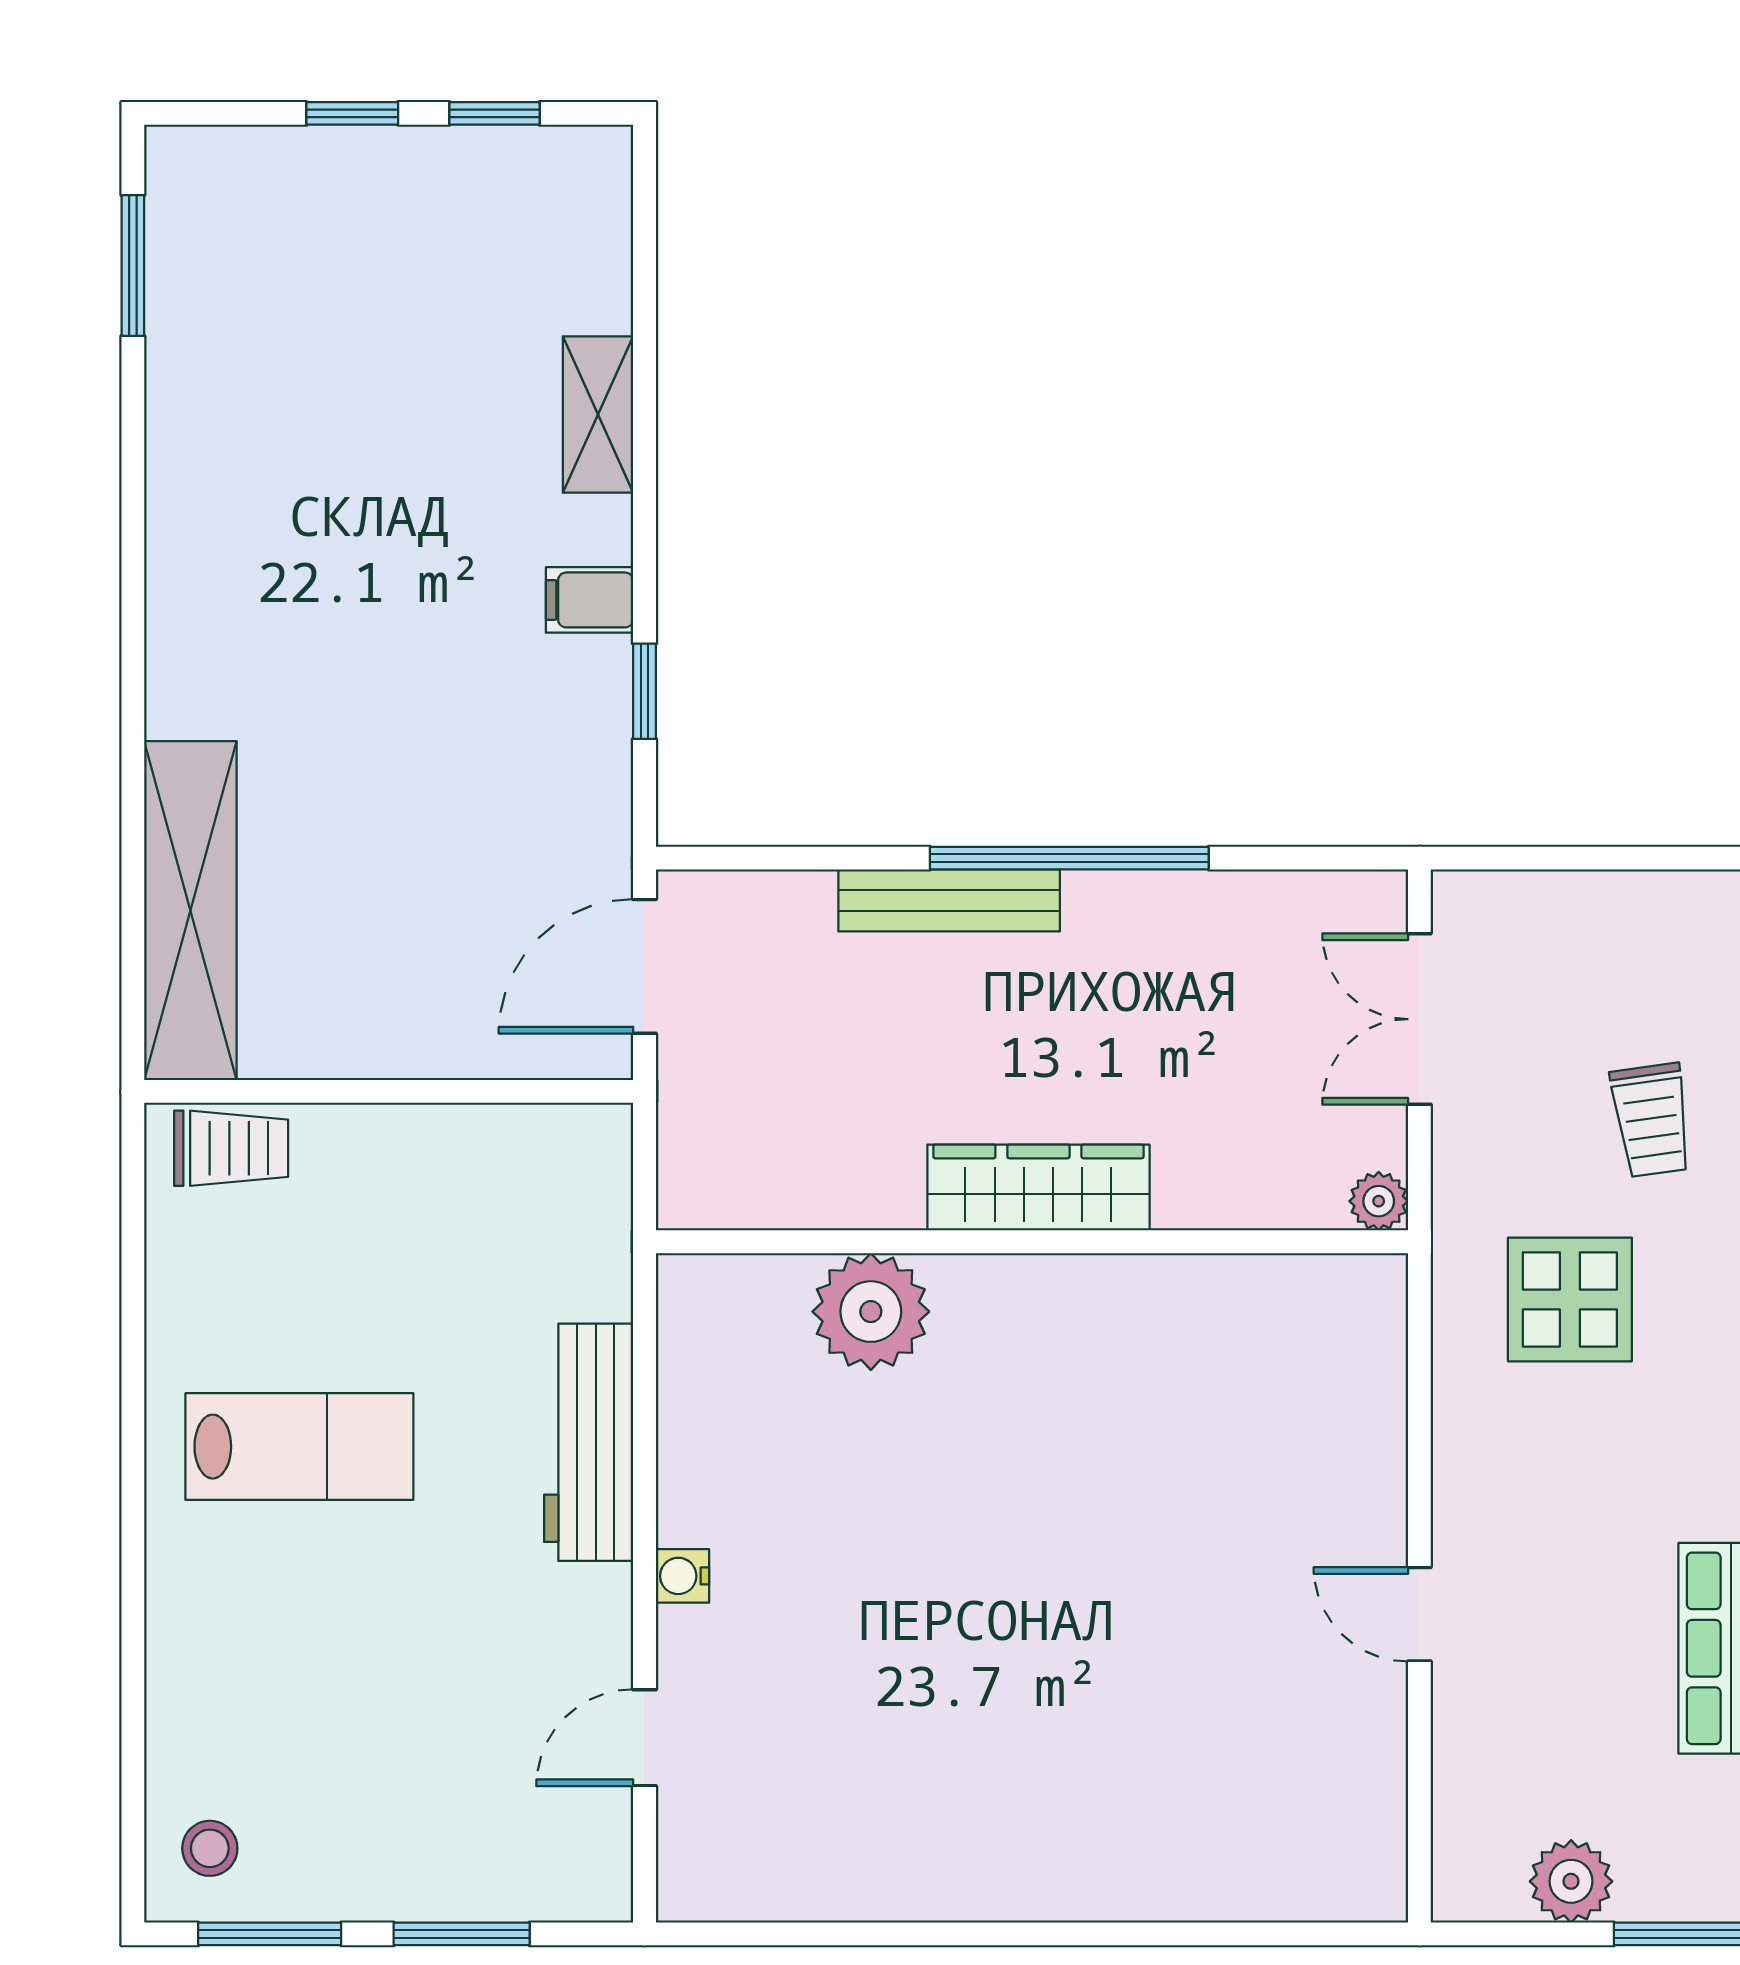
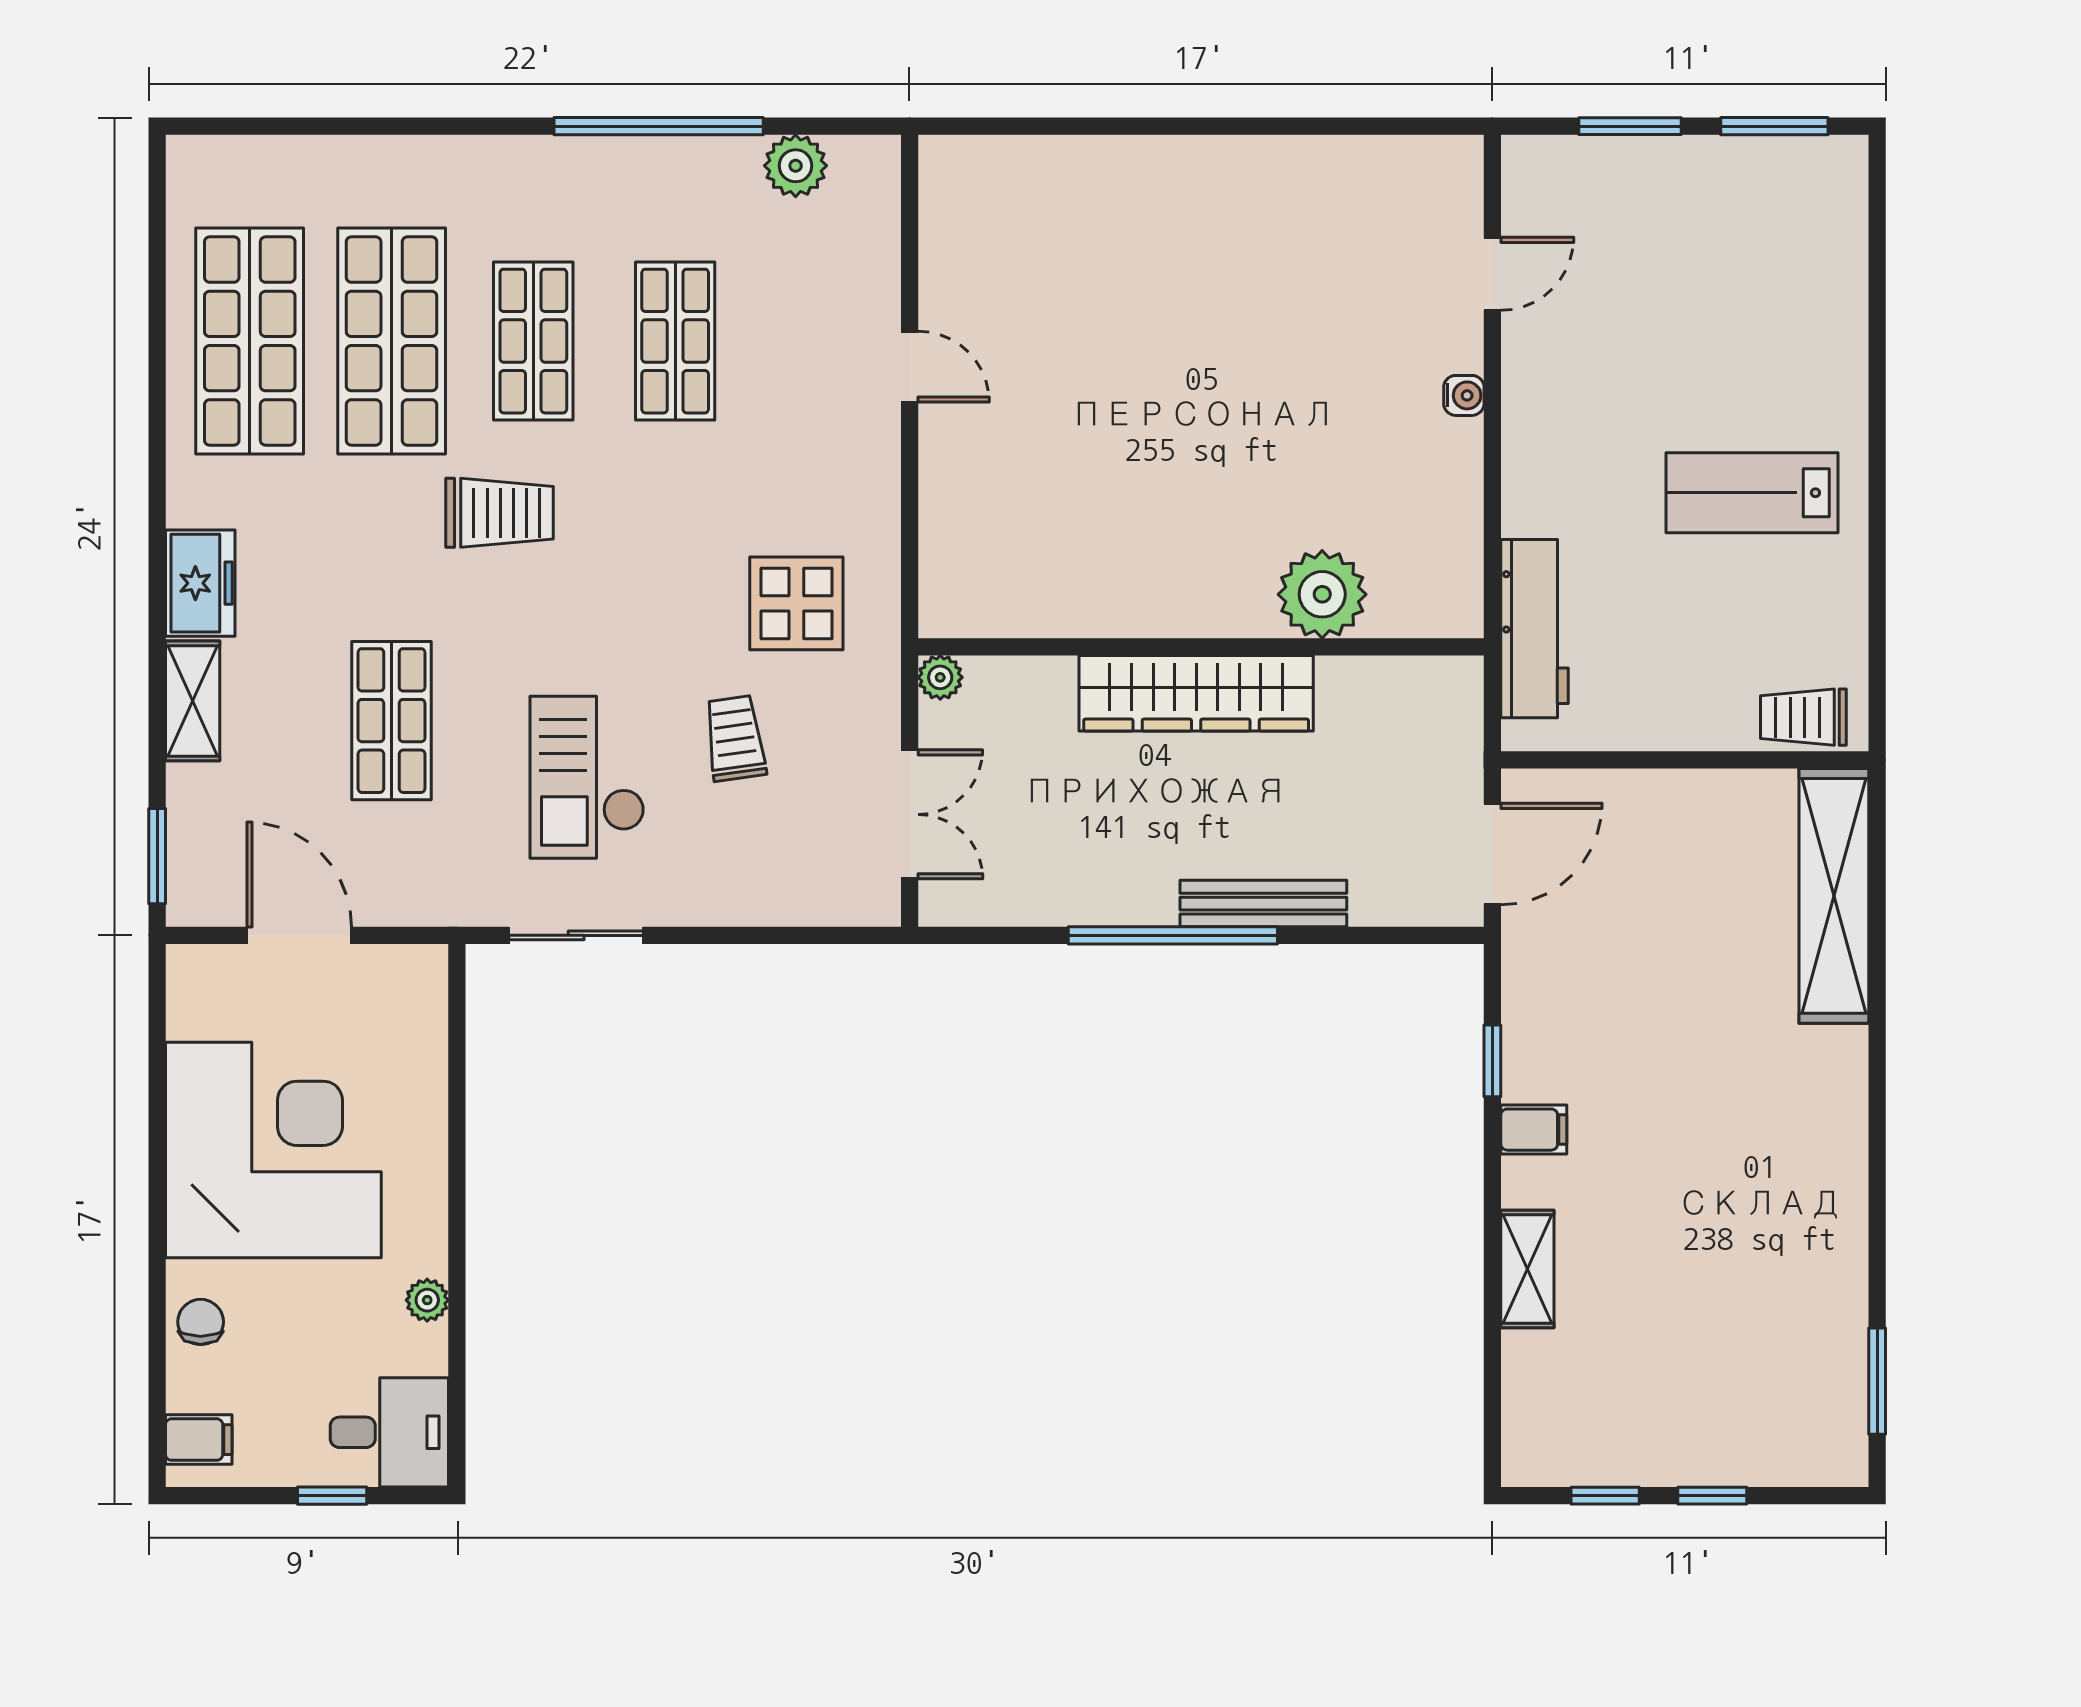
wardrobe: (1038, 1188) -> (1196, 693), width x1.40, depth x1.17
workbench: (589, 1442) -> (1534, 629), moved
stool: (210, 1848) -> (1819, 191), removed

